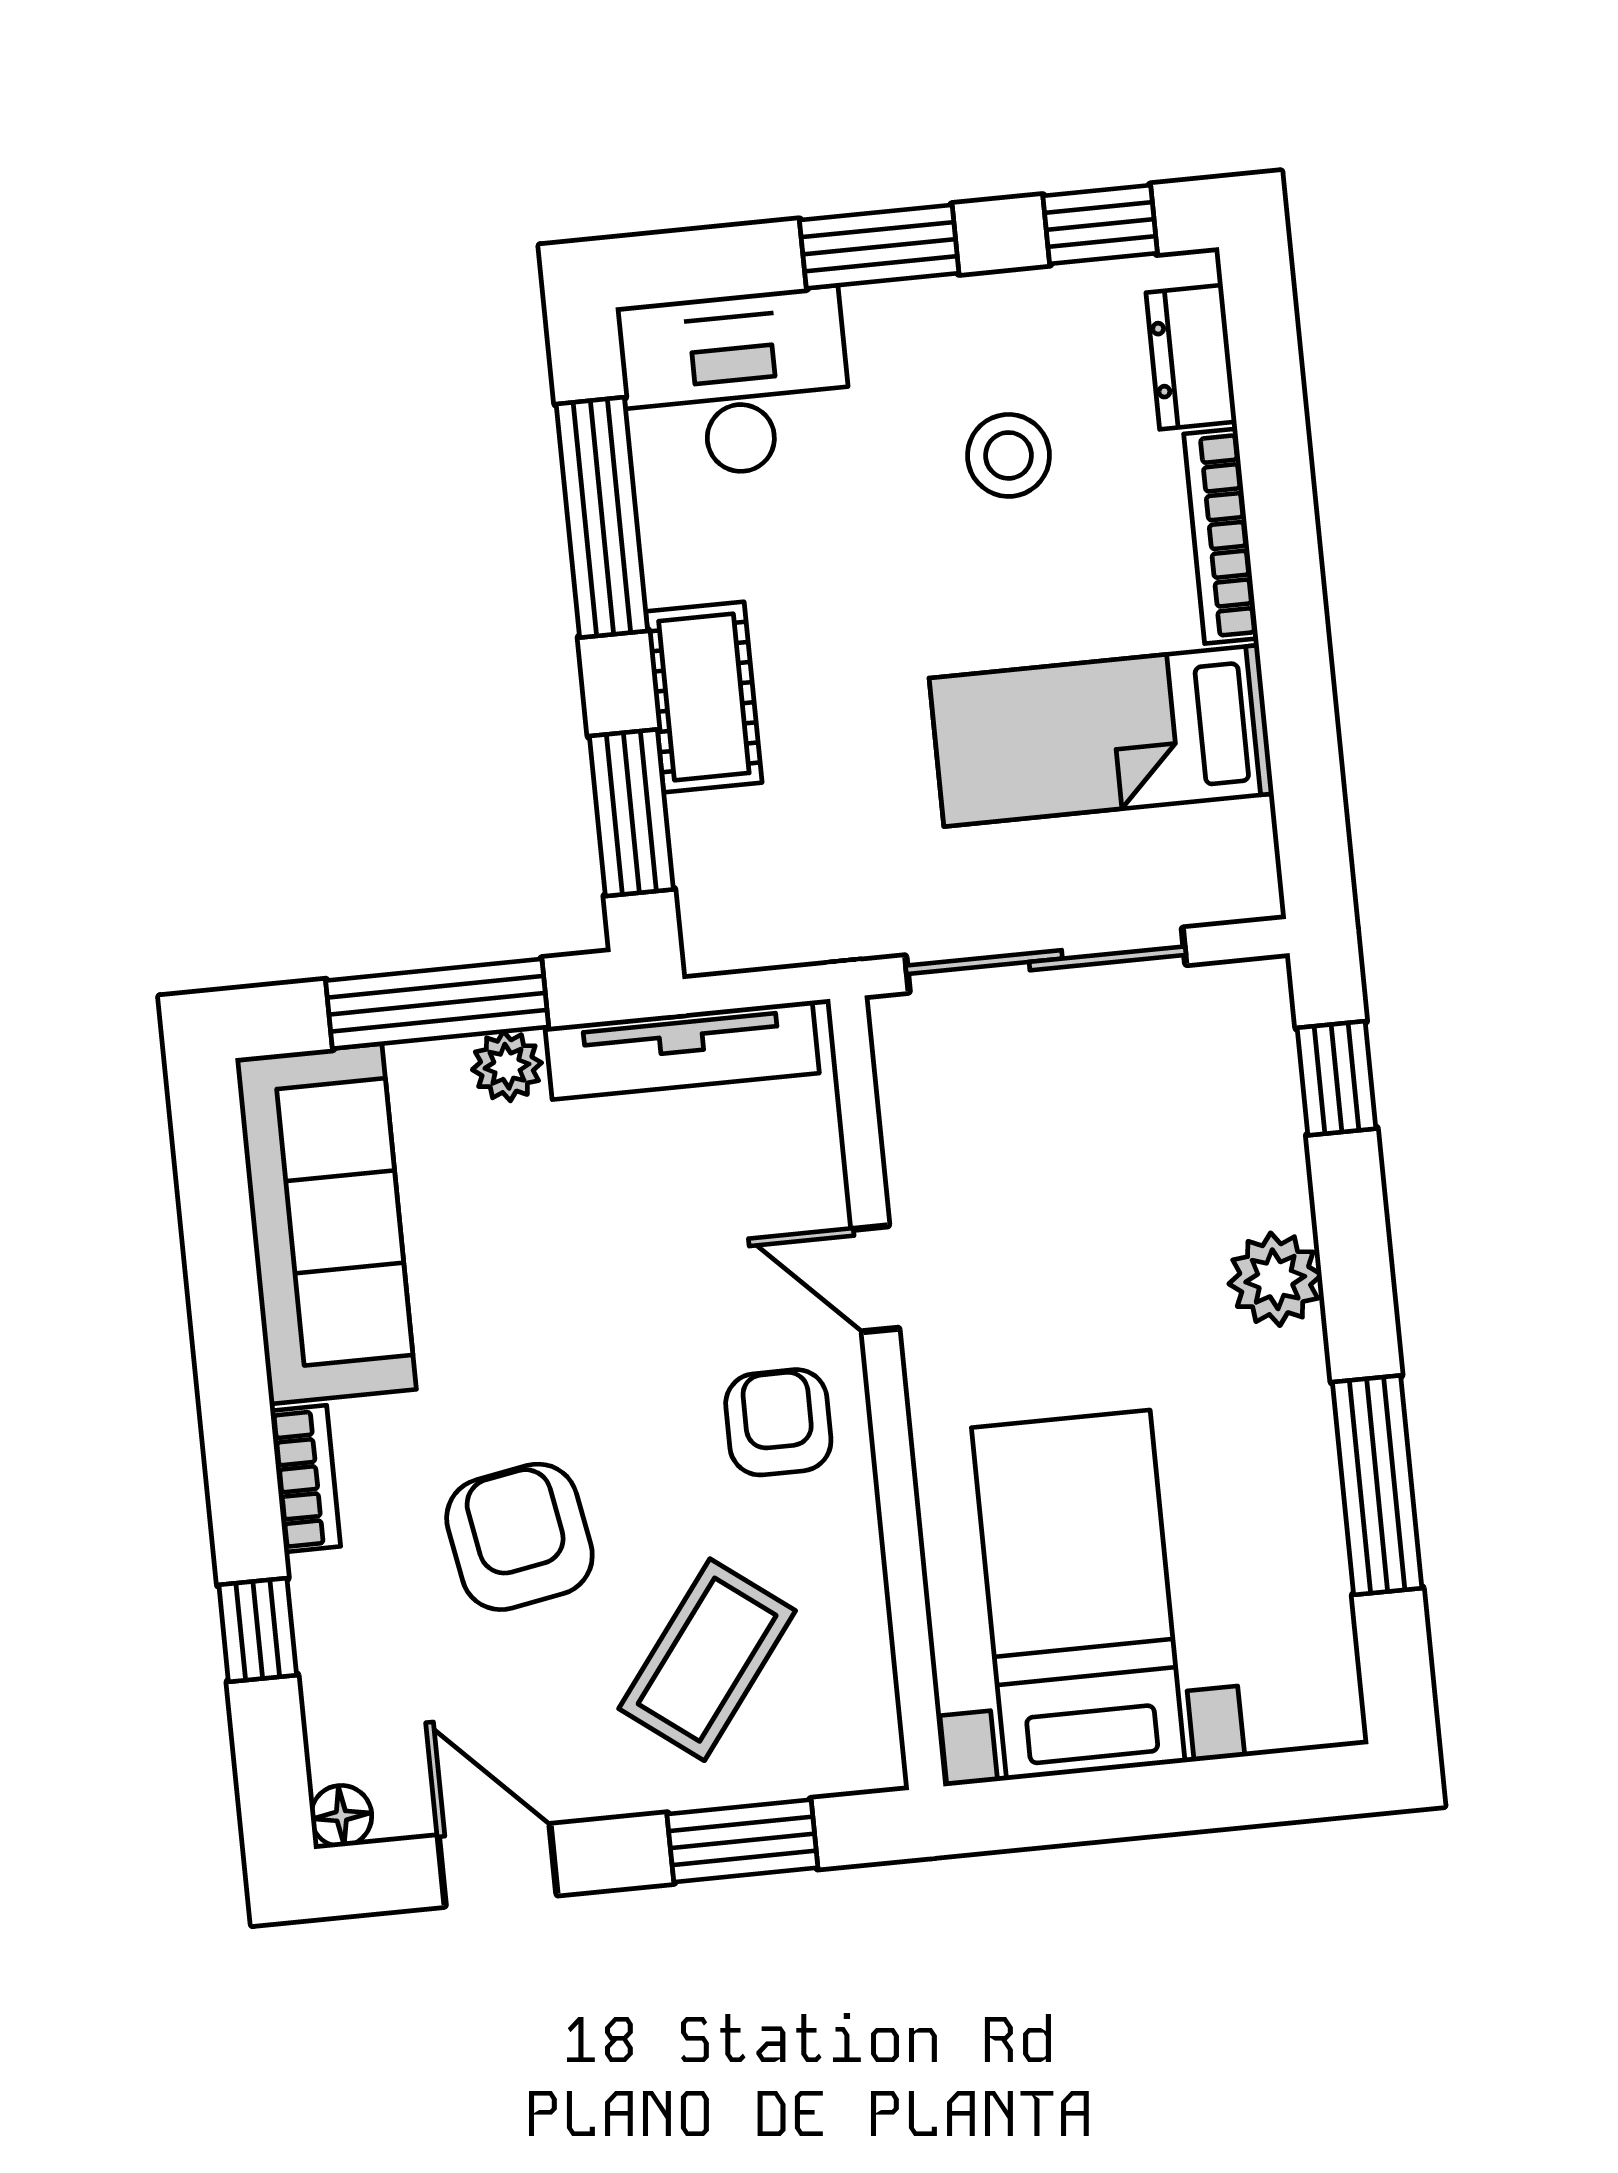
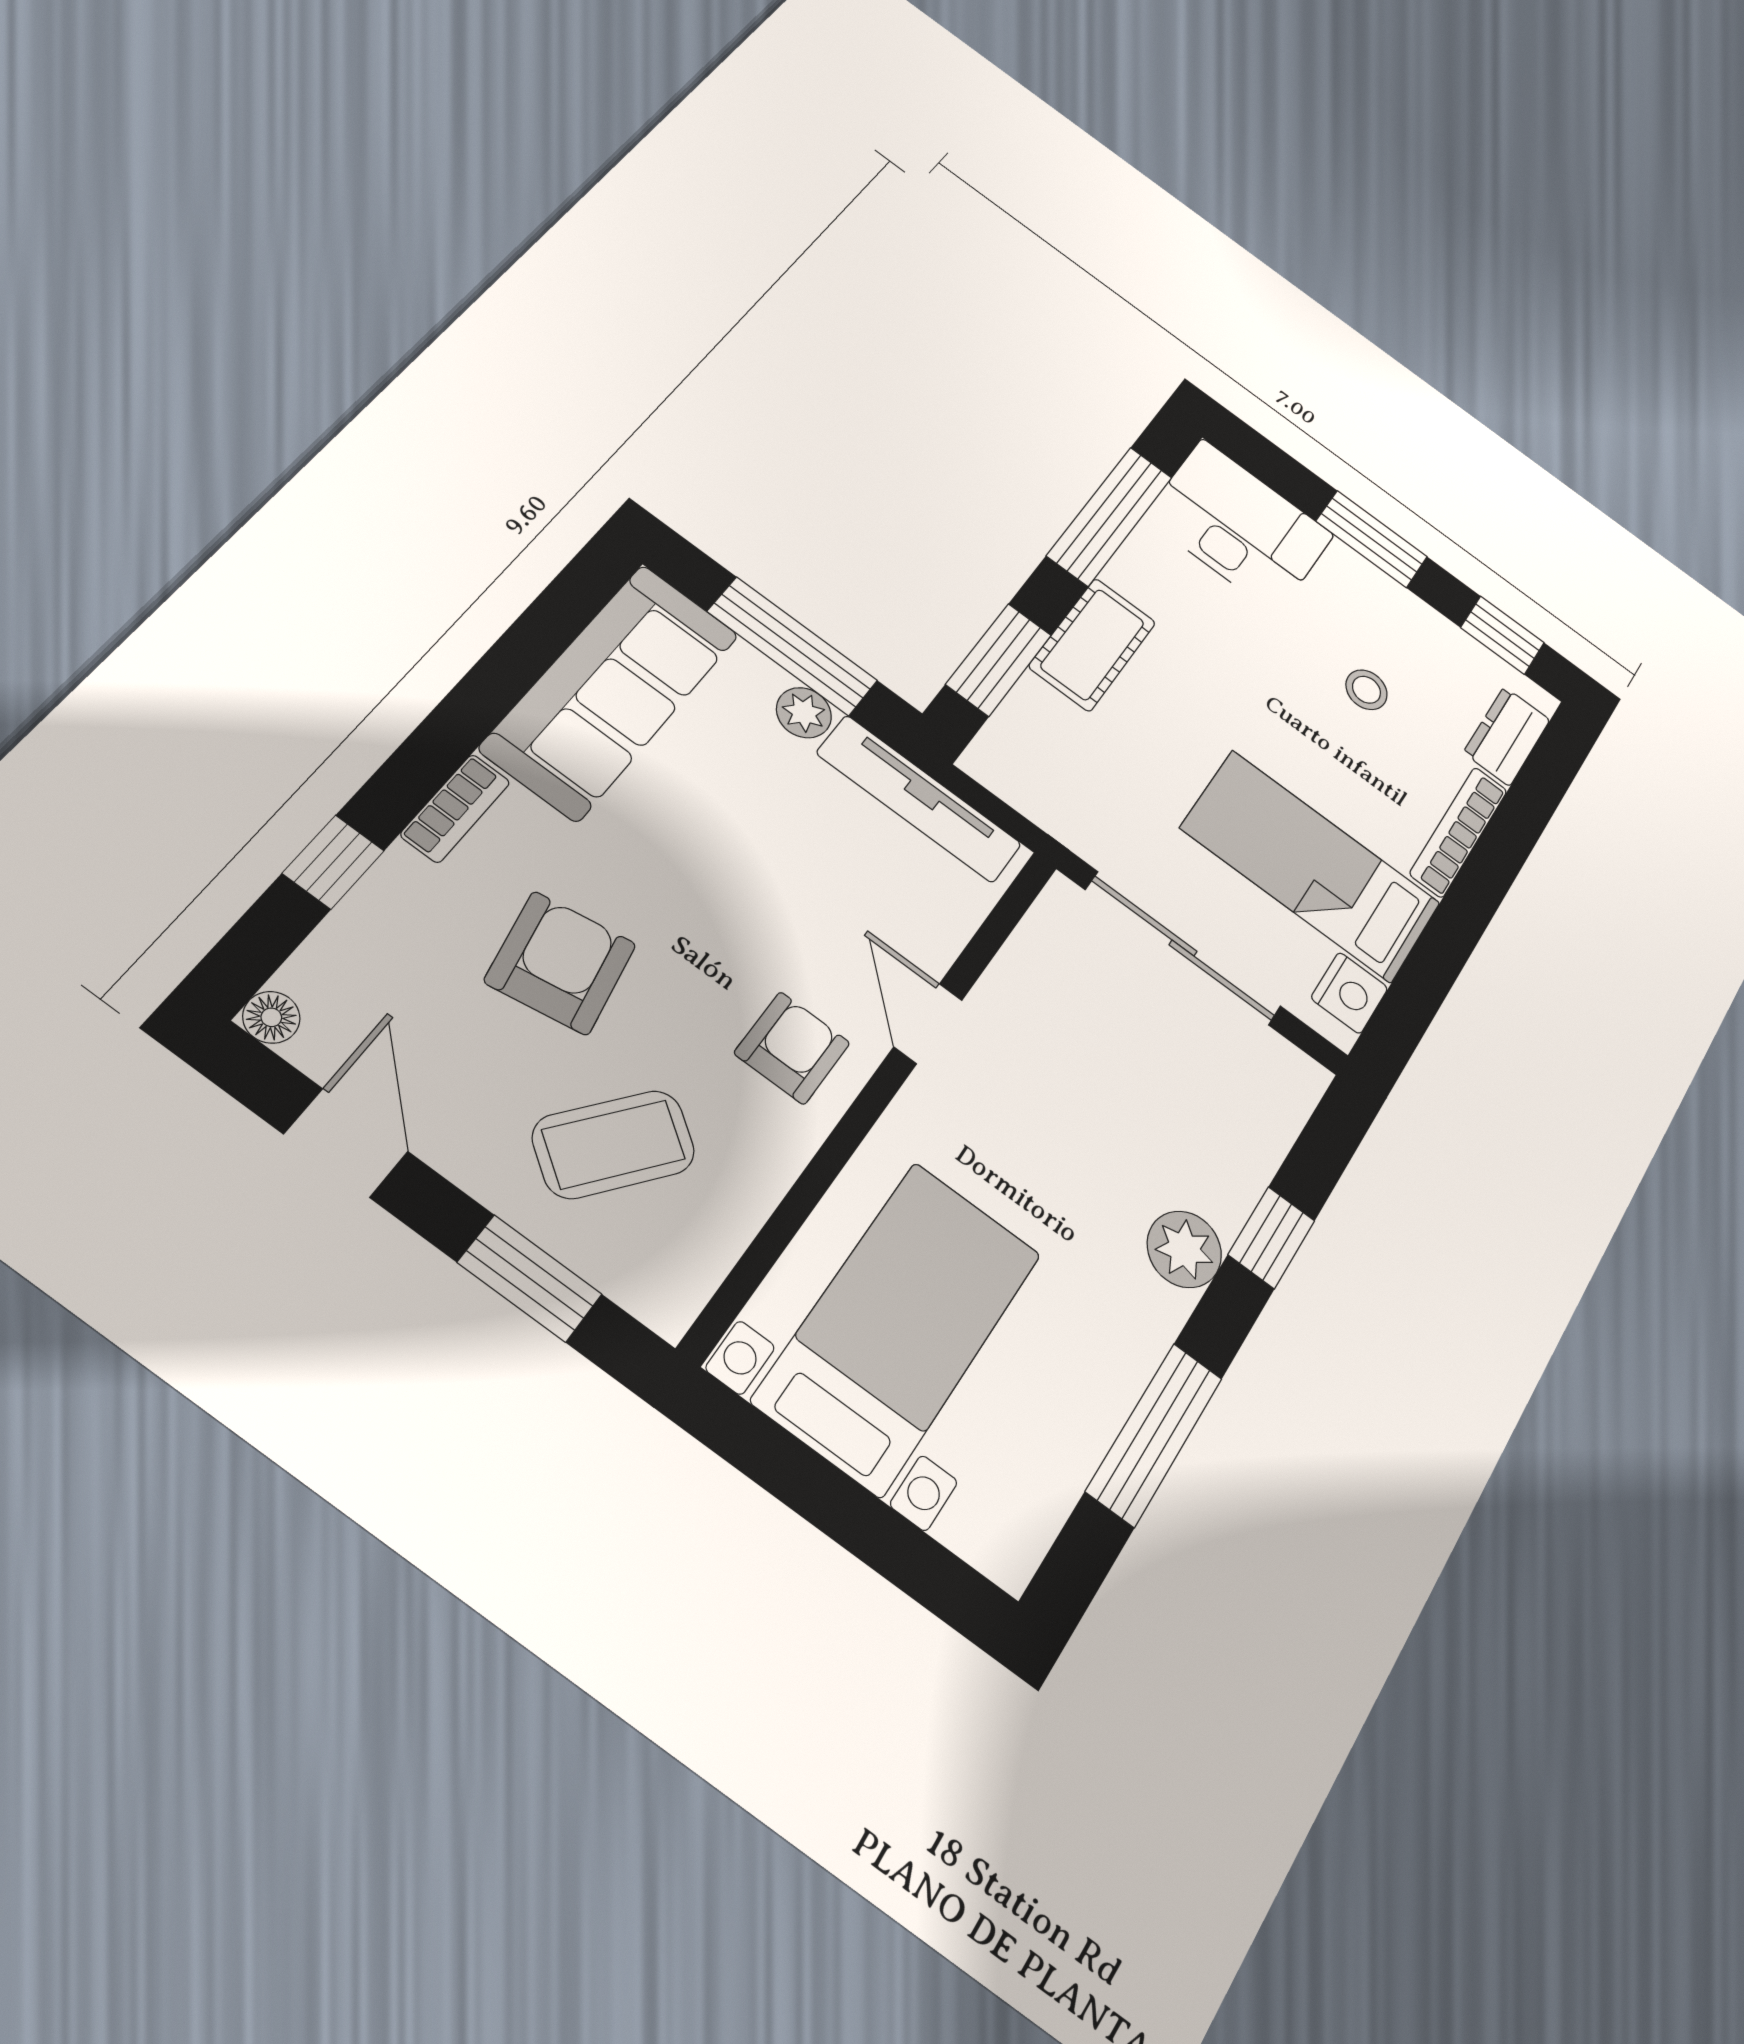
stool: (1009, 455) -> (1366, 690), width x0.73, depth x0.73
nightstand: (1240, 846) -> (1349, 993), added
window: (1337, 1078) -> (1271, 1238), moved

